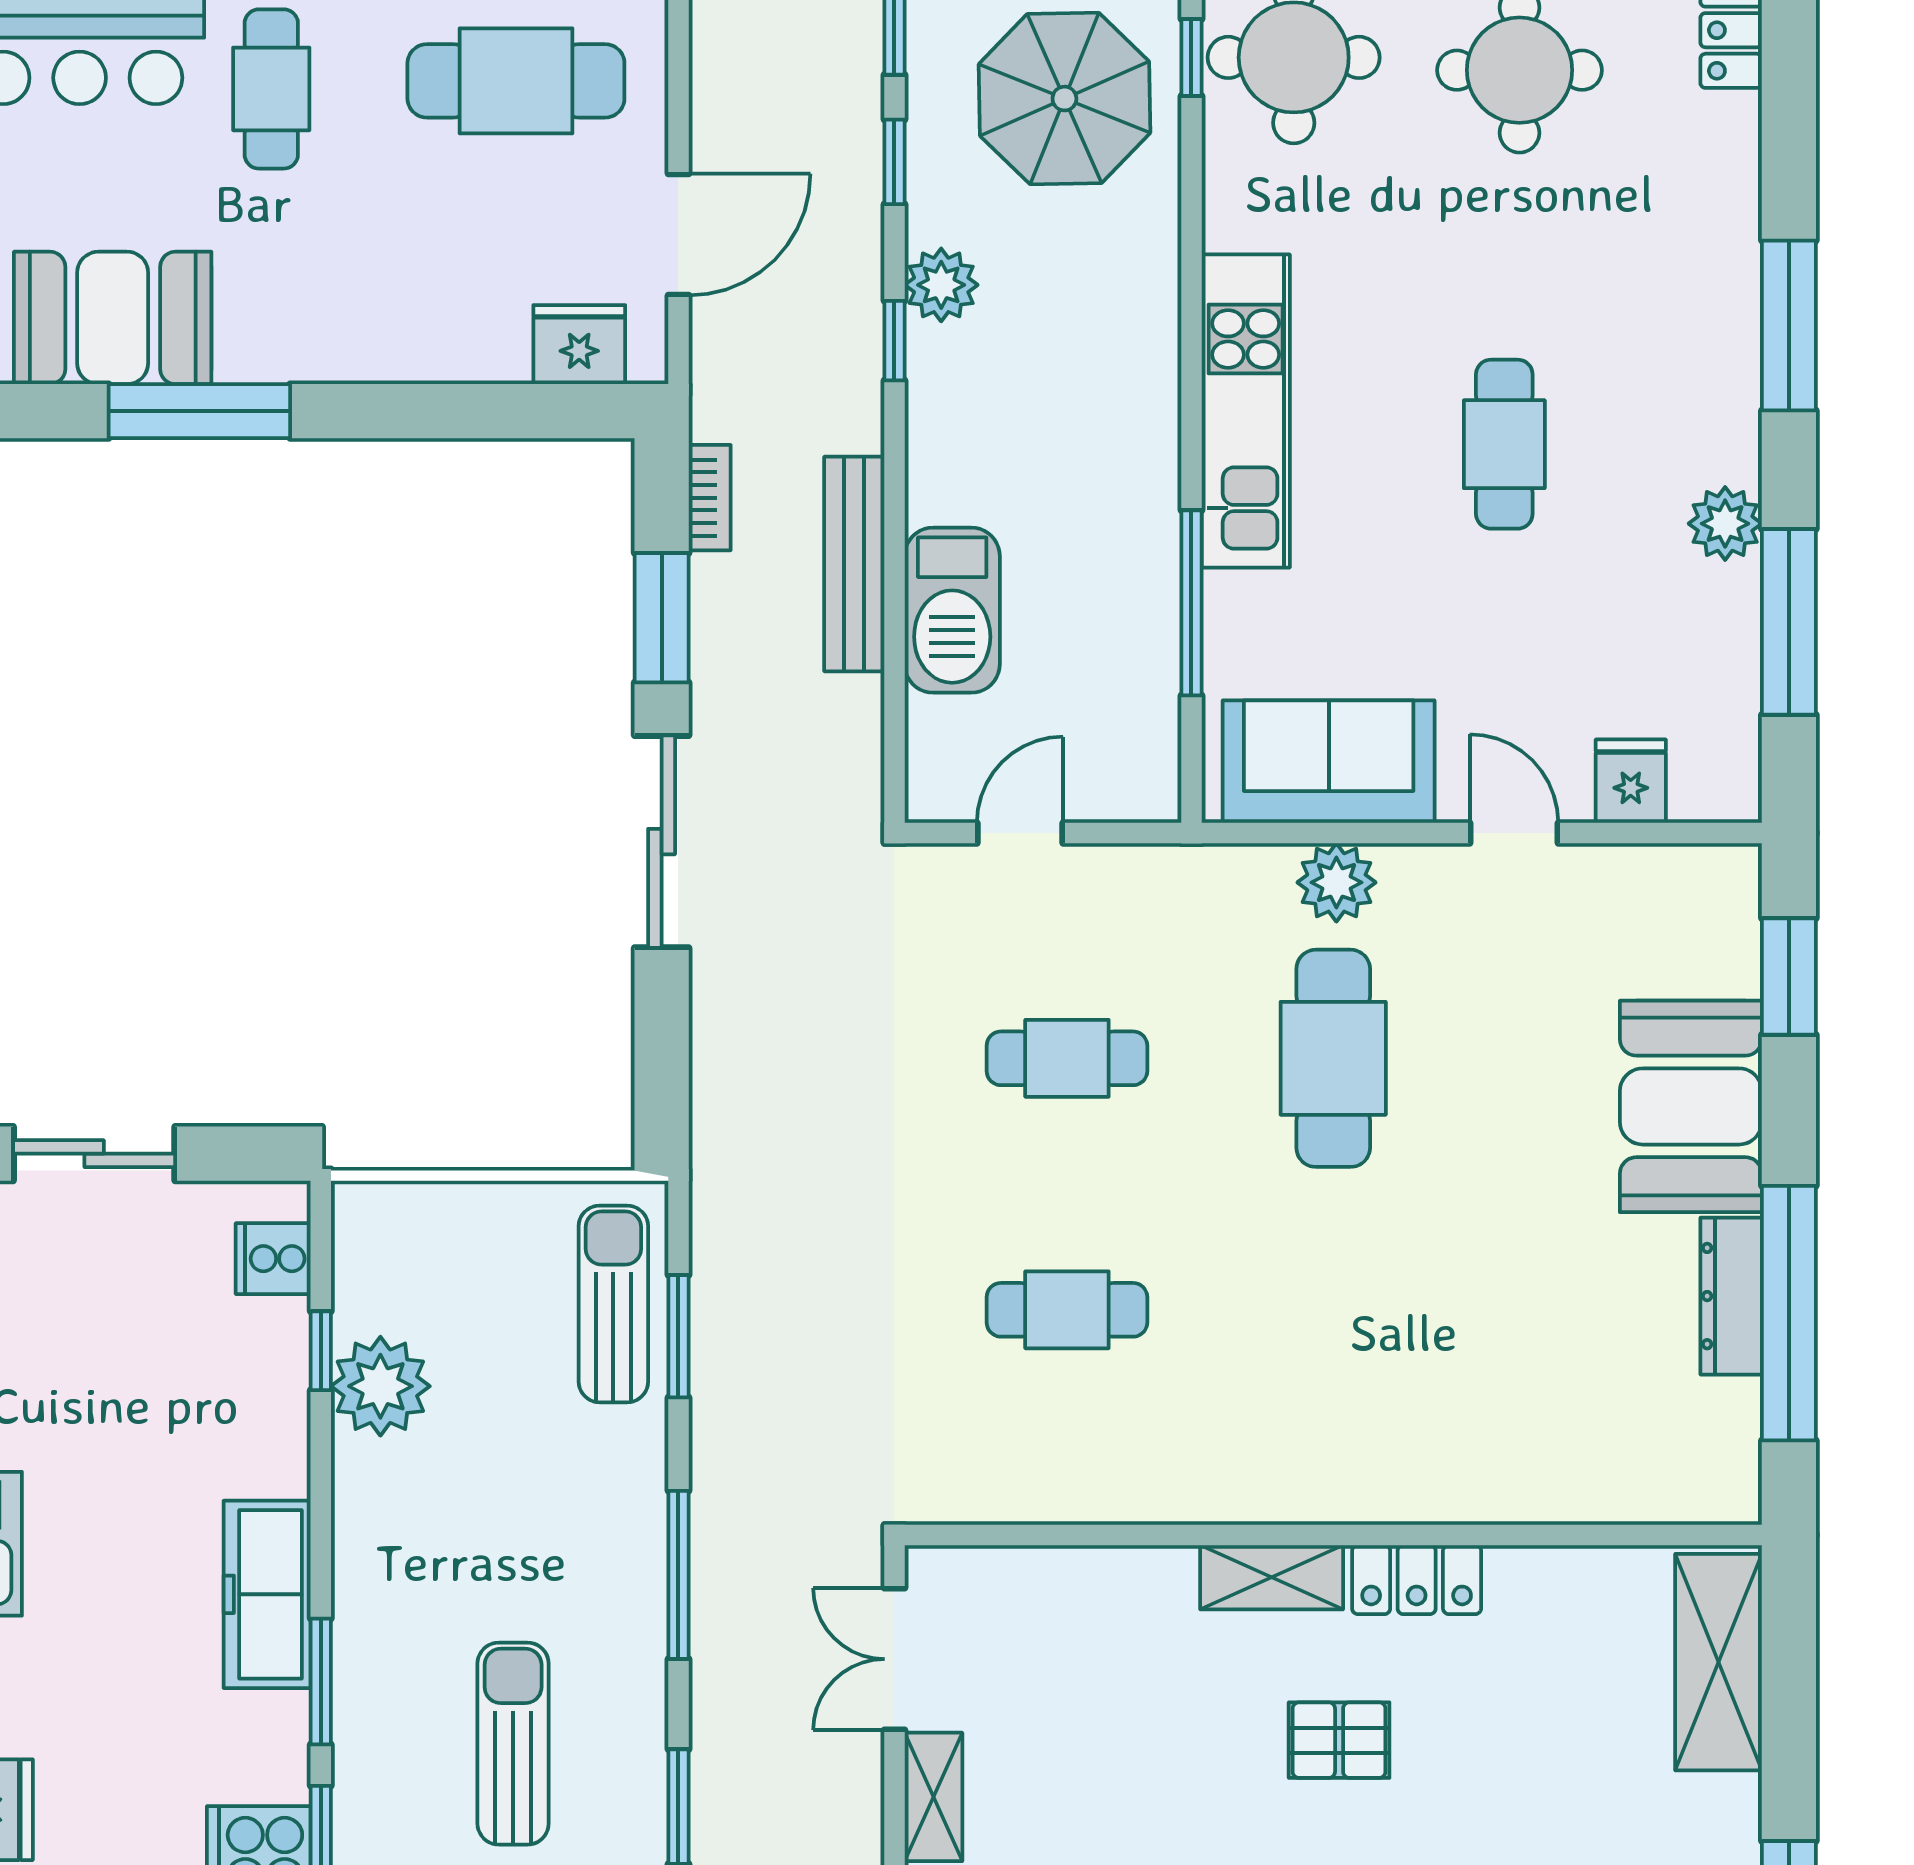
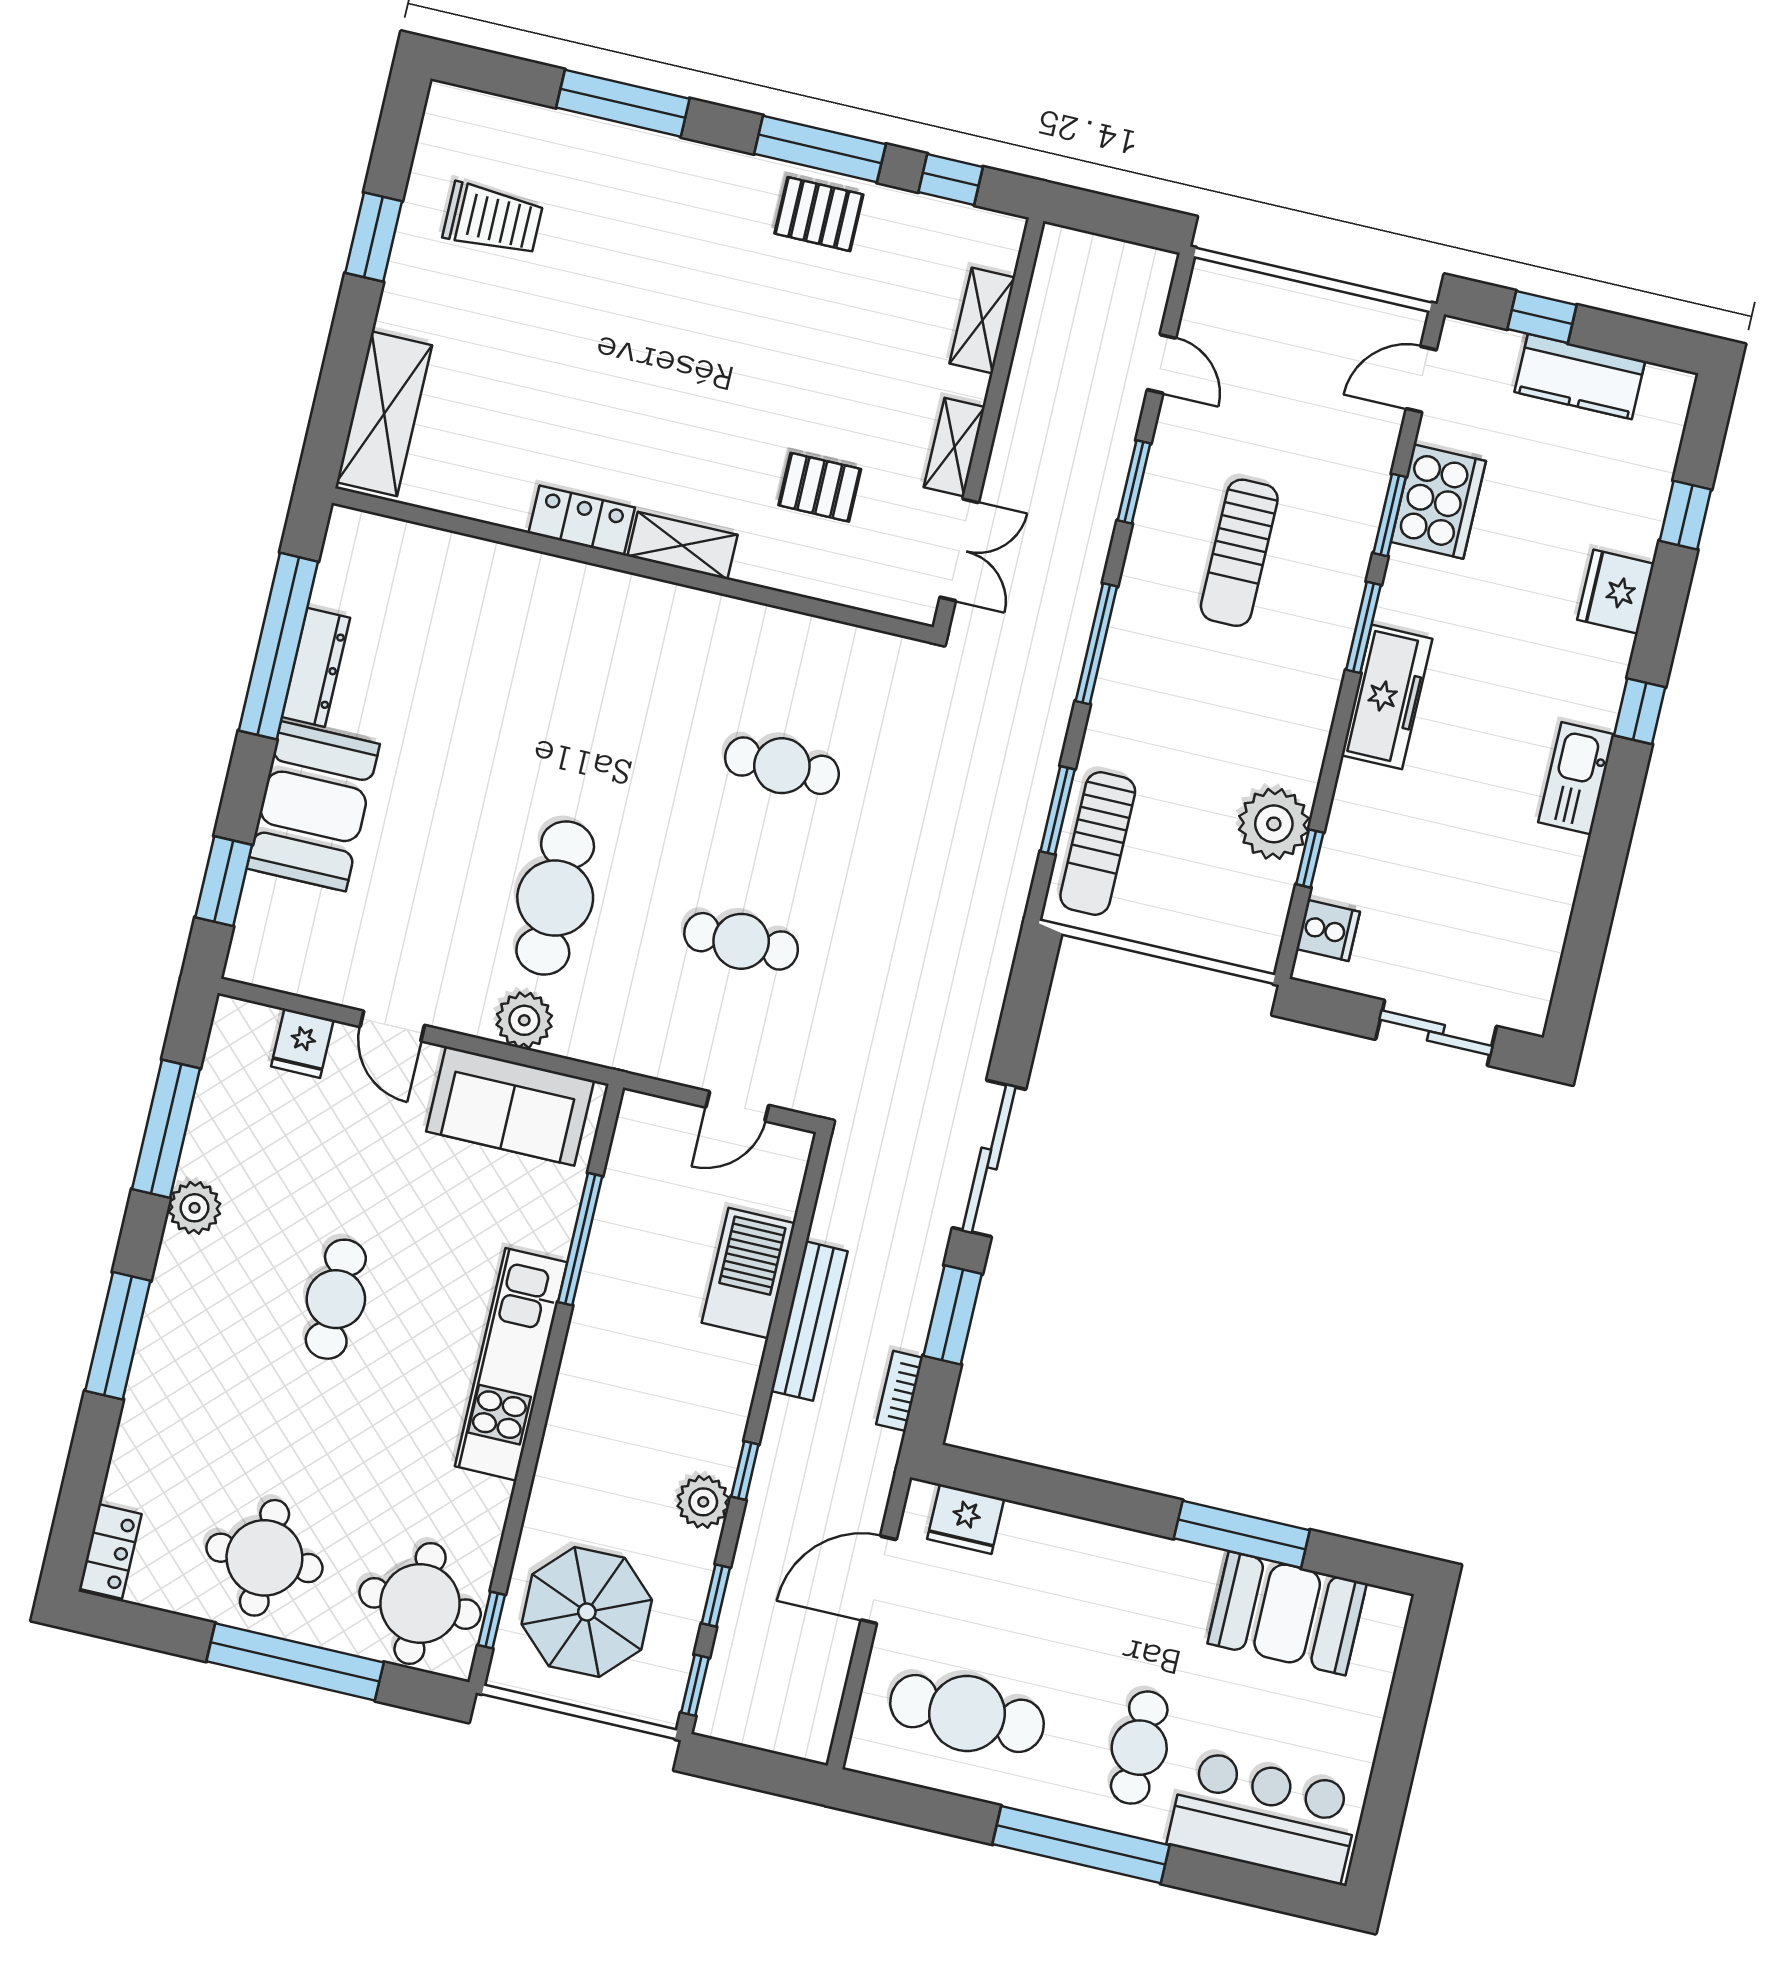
pallet: (1339, 1740) -> (820, 487), moved

